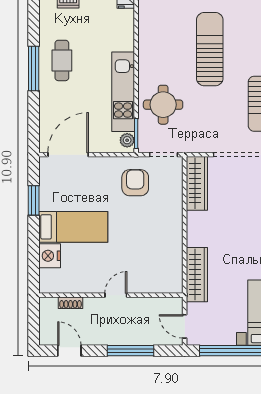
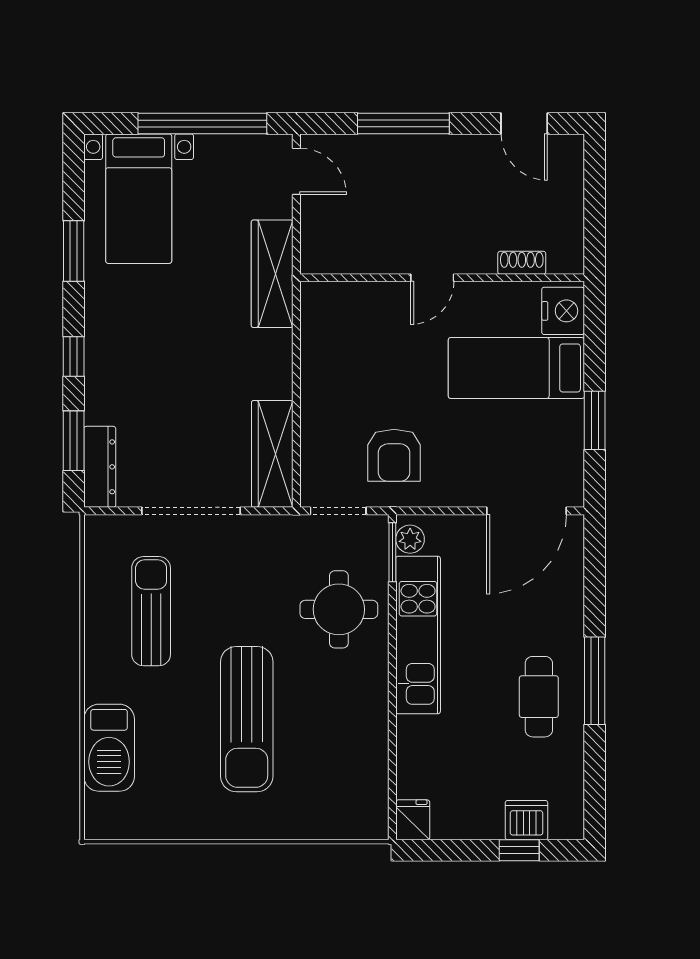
wall: (111, 295) -> (442, 278), moved
door: (116, 295) -> (432, 278), moved
shoe rack: (71, 303) -> (522, 263), moved

